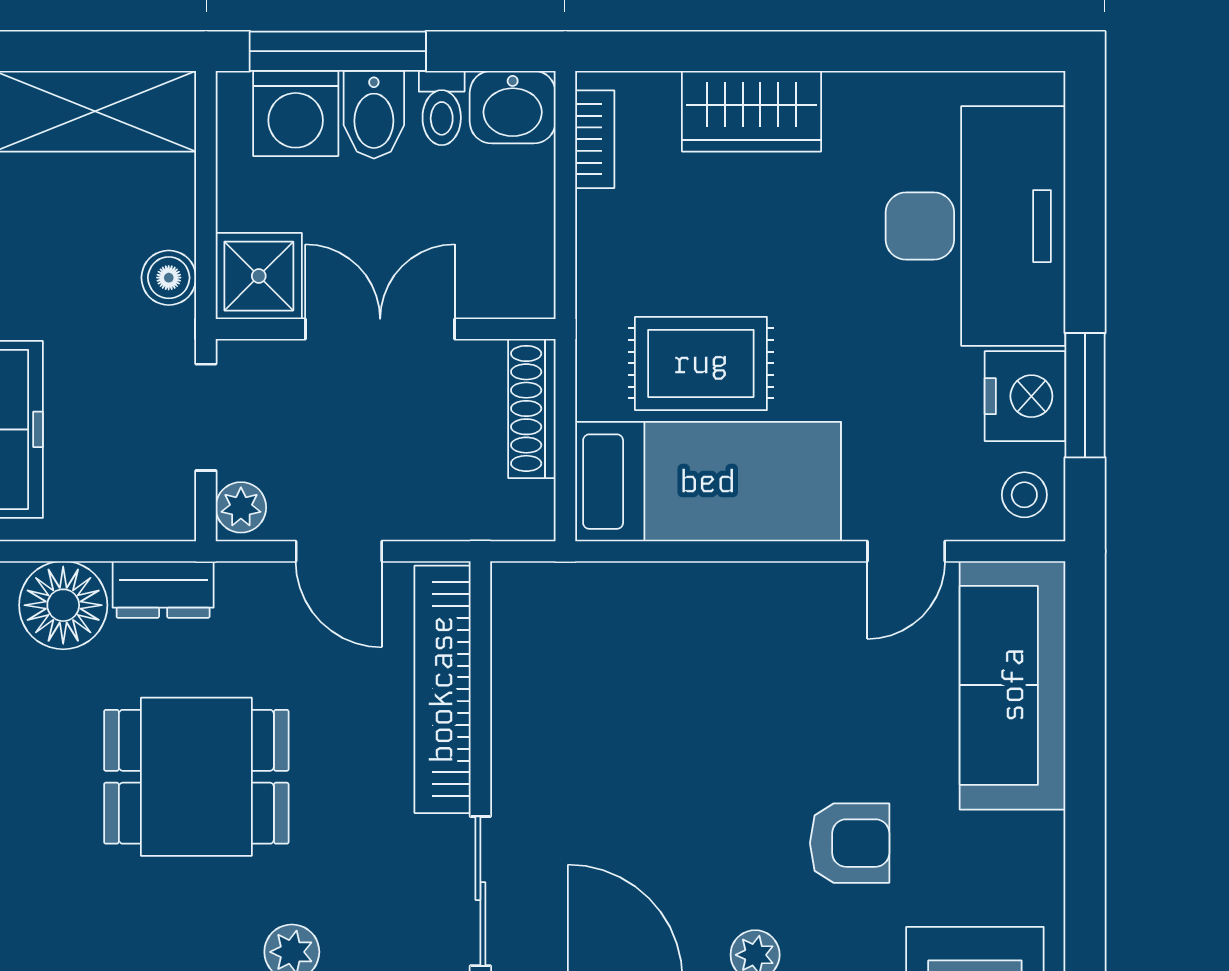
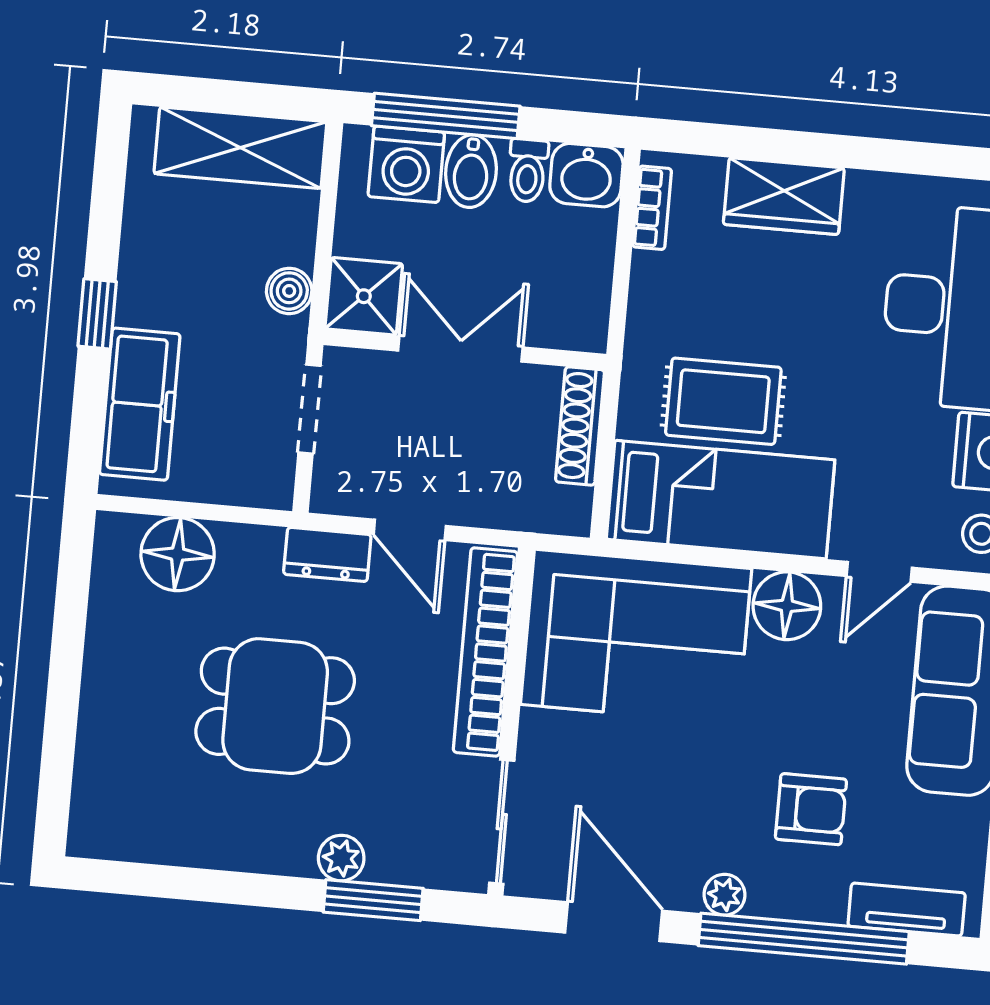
plant: (241, 507) -> (332, 486), removed
dresser: (163, 589) -> (327, 554), moved
floor lamp: (799, 602) -> (787, 606), added
corner sofa: (622, 655) -> (636, 636), added

